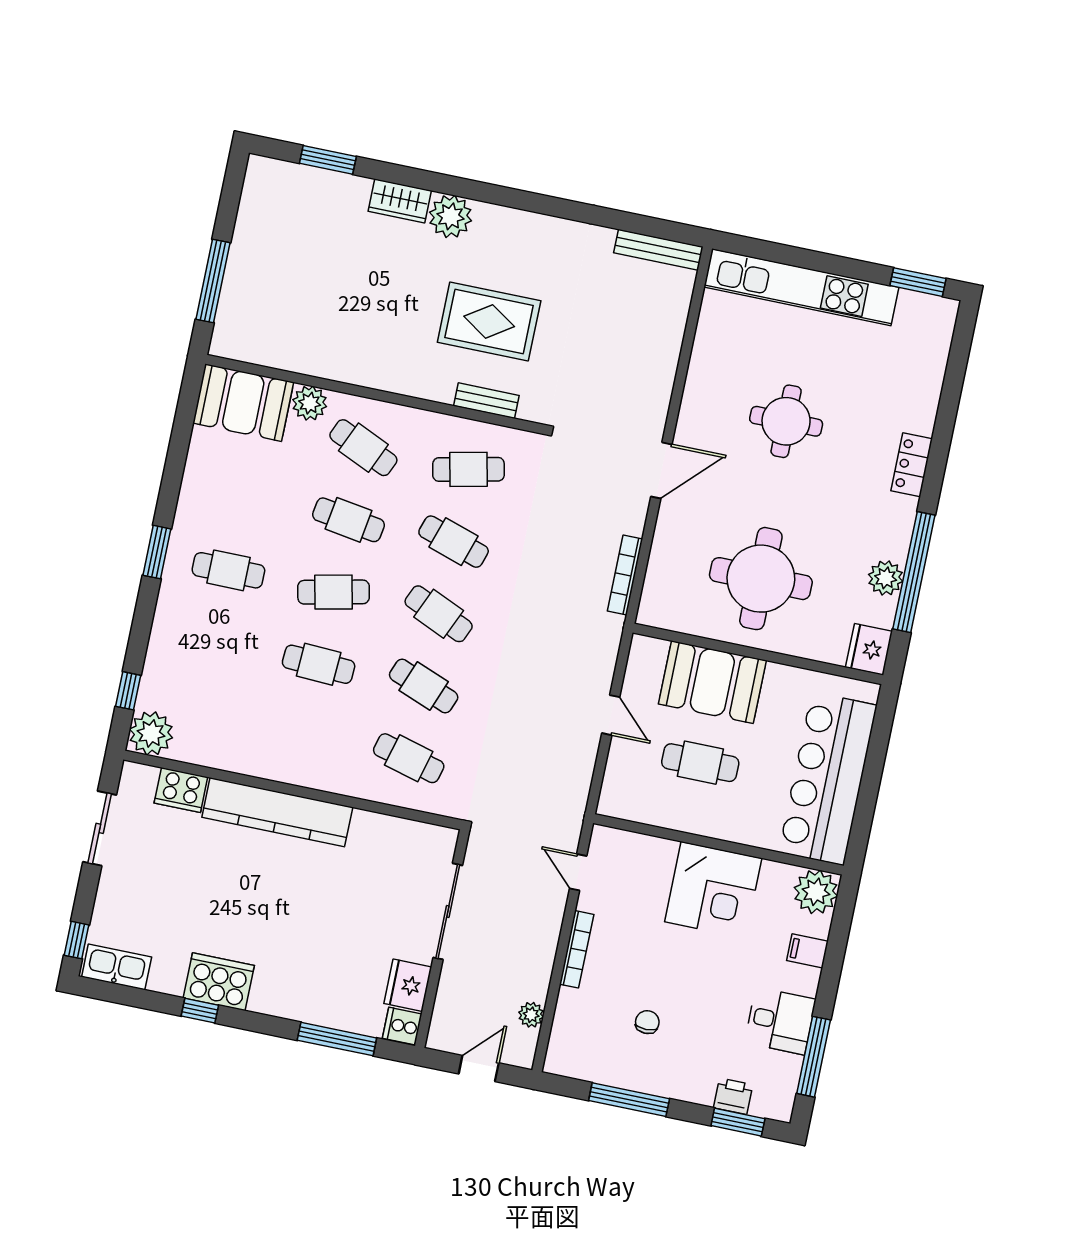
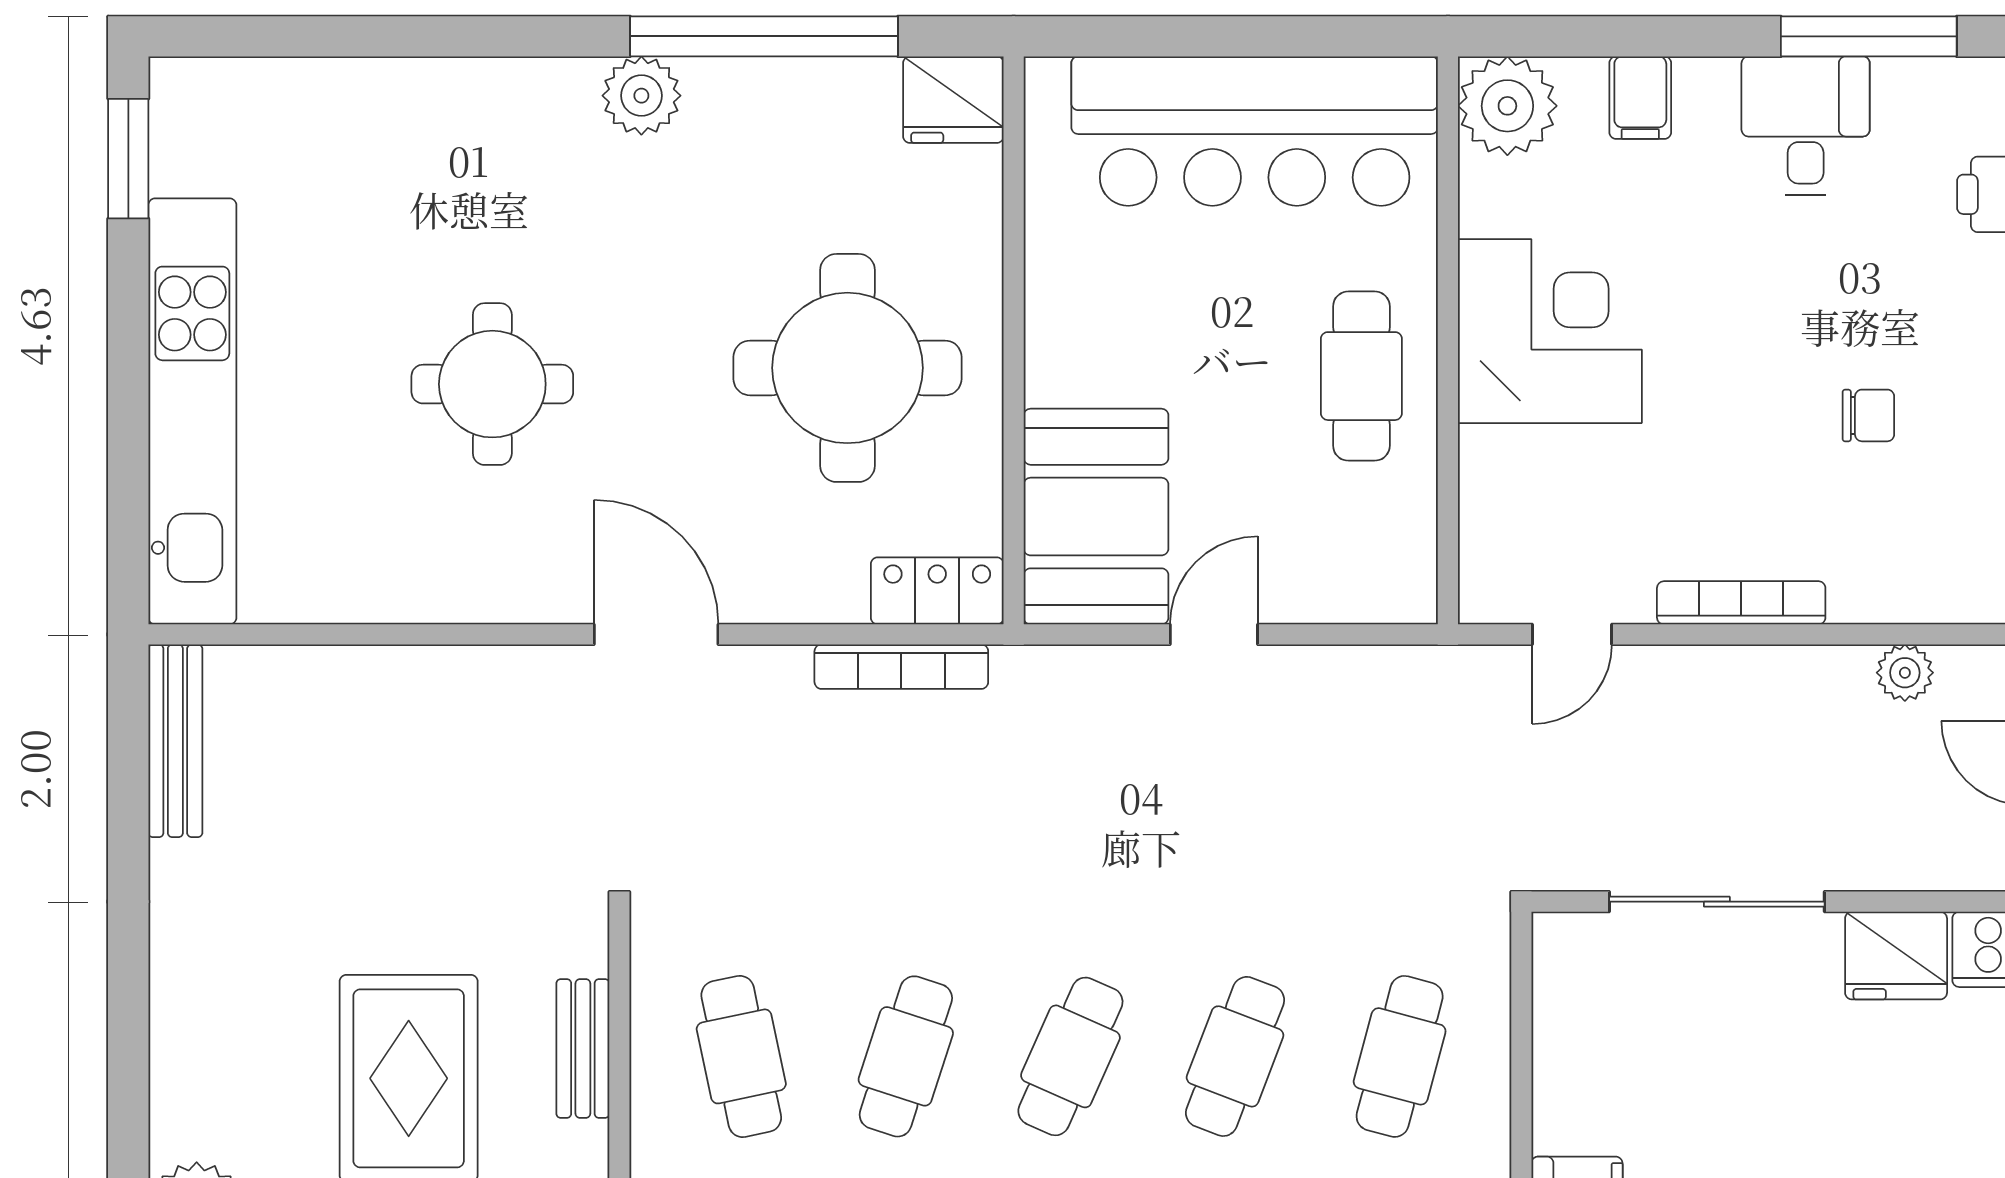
locker: (912, 465) -> (937, 591), moved, turned 180
plant: (886, 578) -> (641, 96), moved
booth: (712, 682) -> (1096, 517), moved
cafe table: (700, 763) -> (1361, 376), moved
chair: (647, 1022) -> (1868, 415), turned 180

